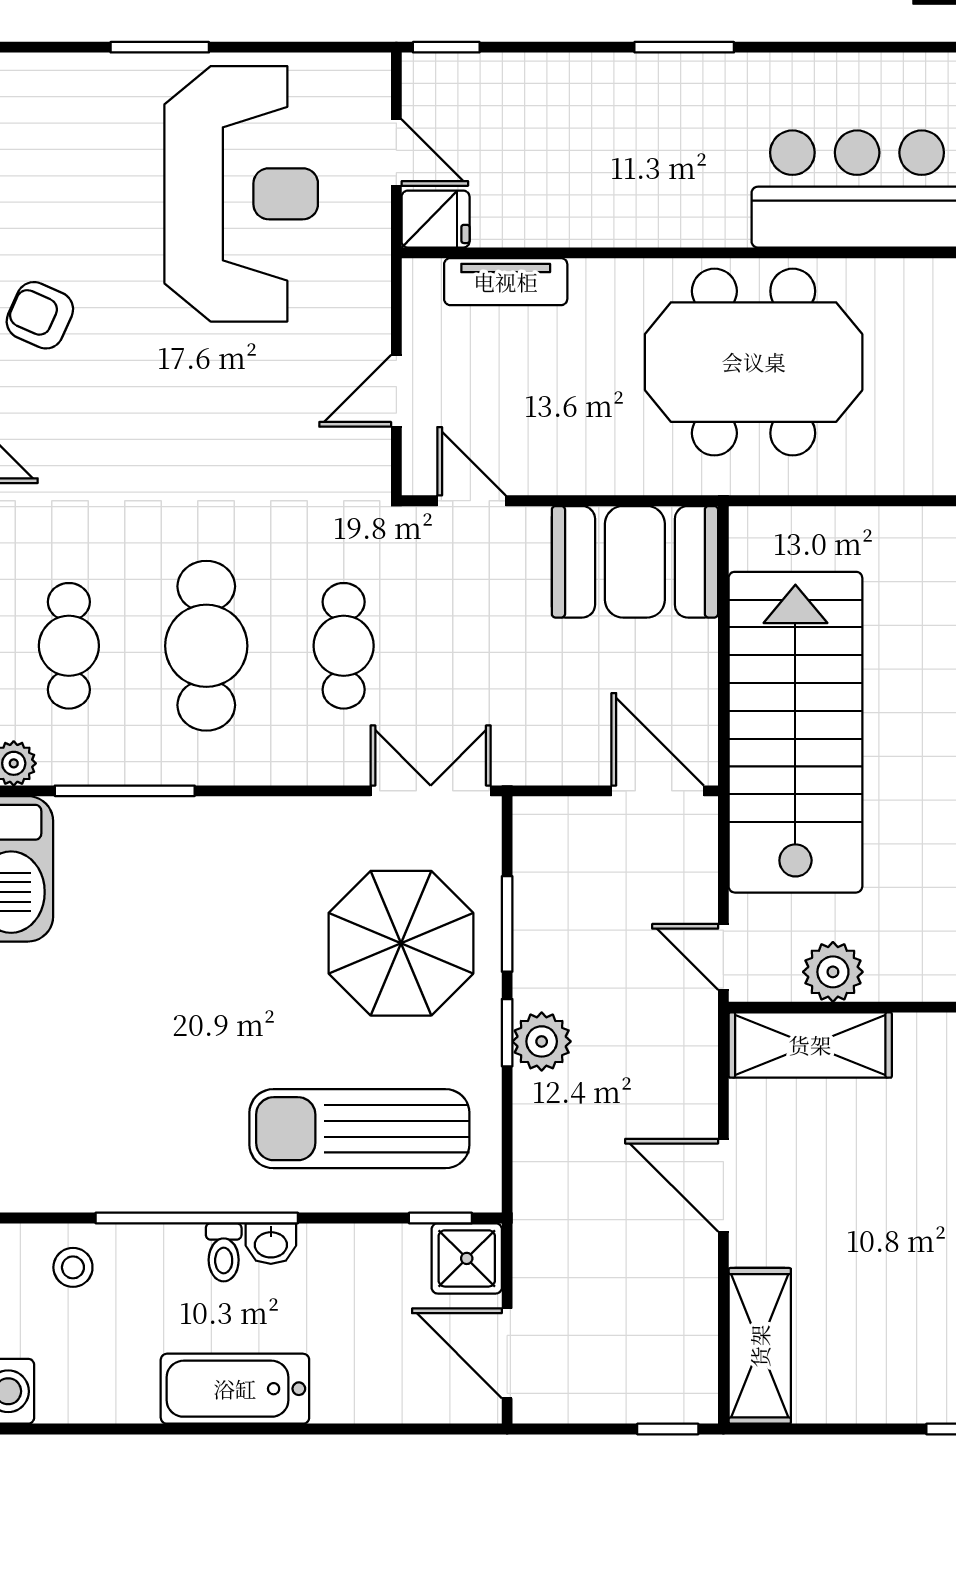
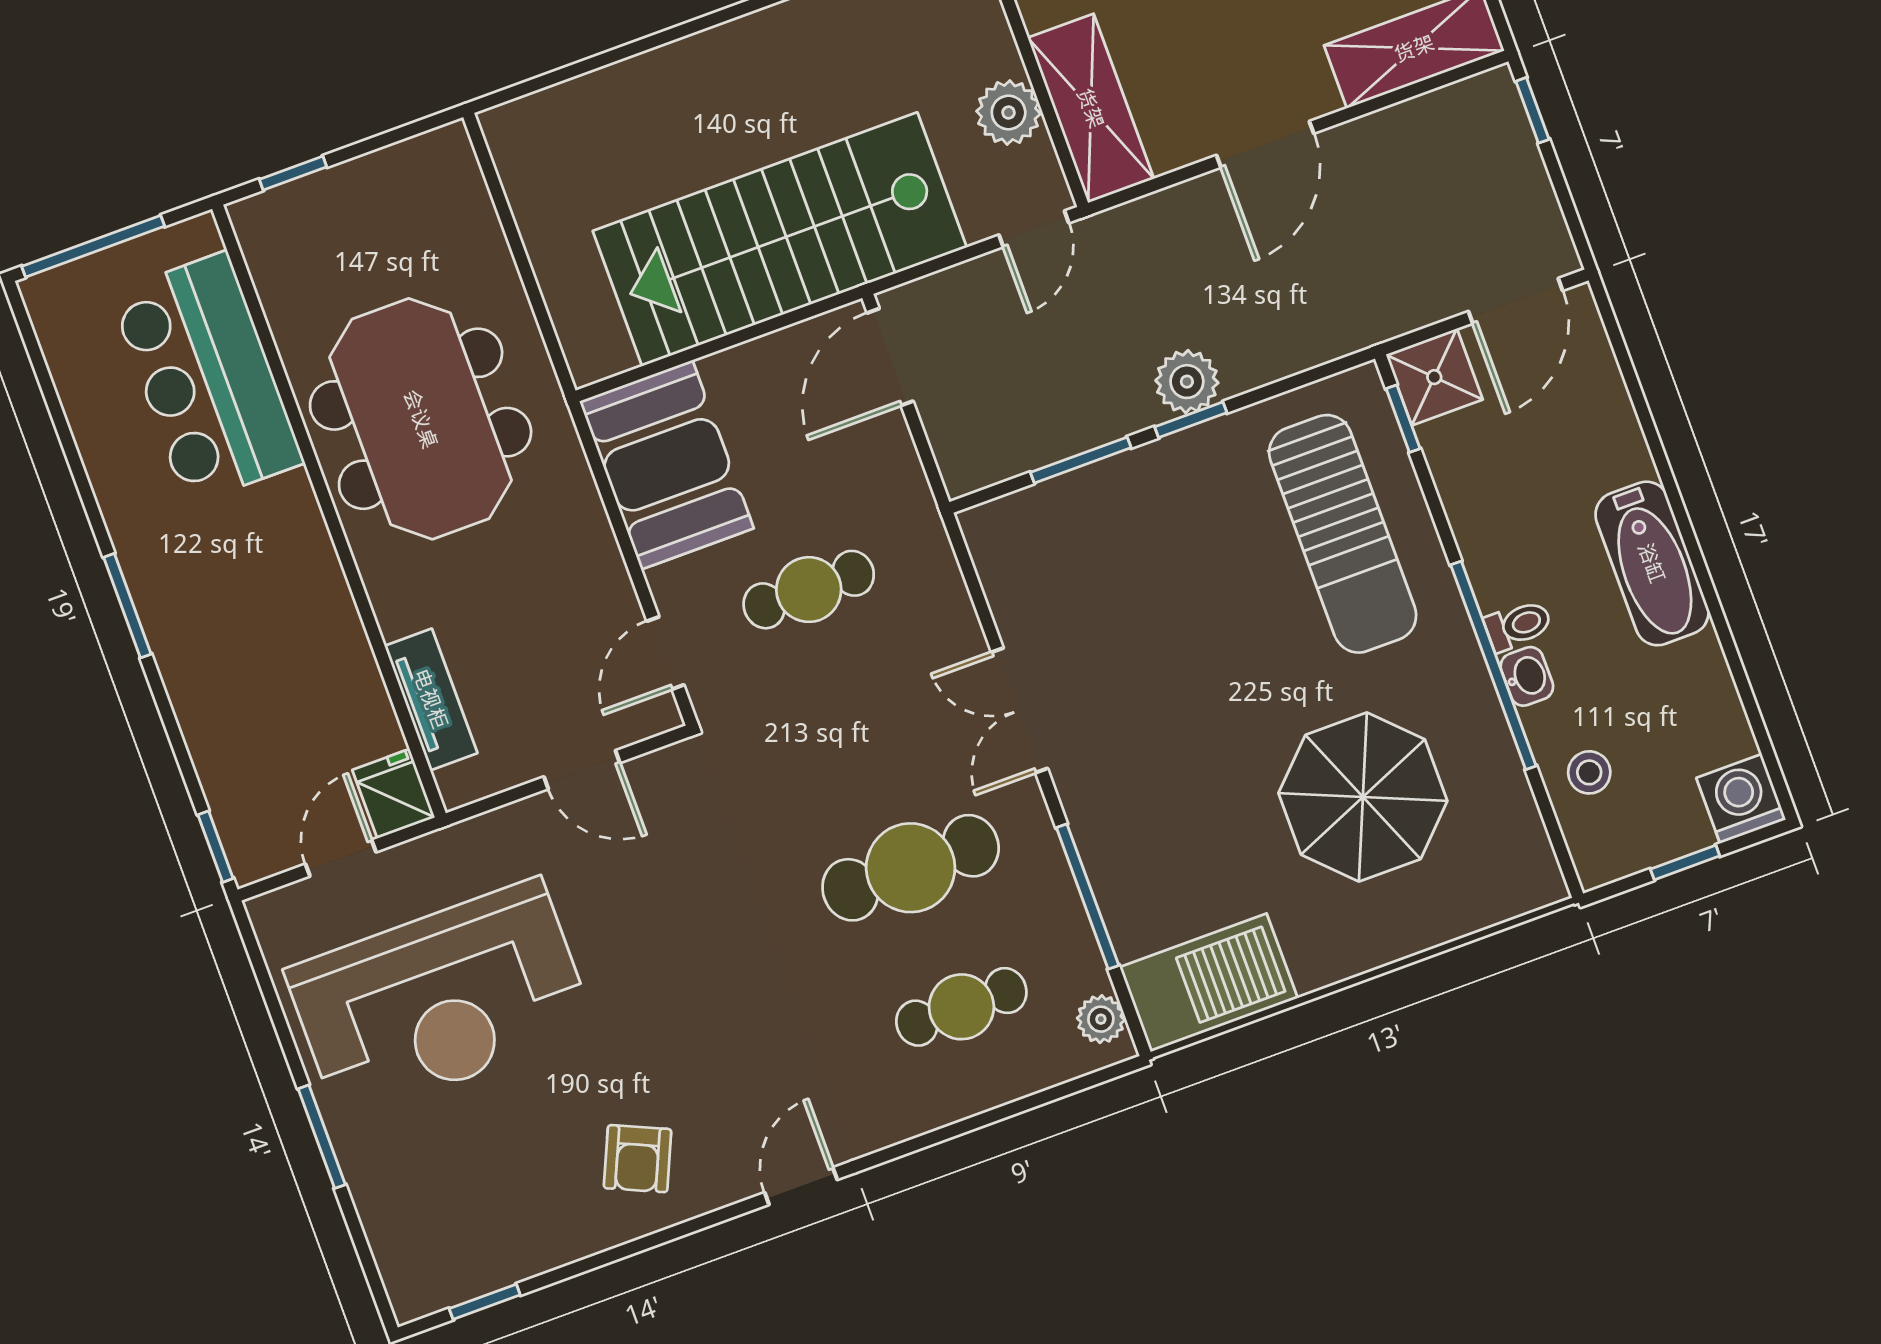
reception desk: (241, 194) -> (440, 1000), turned 180
cafe table: (344, 646) -> (809, 590), moved
double door: (431, 791) -> (1019, 710), moved
parasol: (401, 943) -> (1363, 797), moved
washbasin: (271, 1244) -> (1527, 676), moved

